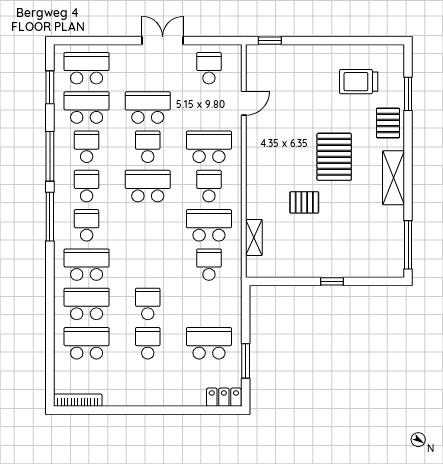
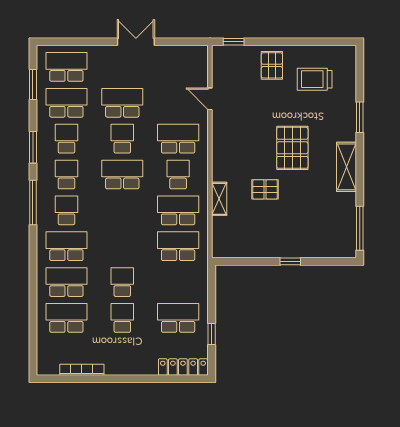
school desk: (209, 68) -> (178, 67), removed
window: (408, 94) -> (360, 117), moved
door: (244, 103) -> (210, 99), swing flipped
pallet: (388, 123) -> (272, 65), moved
window: (50, 156) -> (33, 147), width x0.69
shelving: (254, 237) -> (219, 199), moved
school desk: (209, 265) -> (178, 246), width x1.85
window: (246, 361) -> (212, 334), width x0.67
locker: (224, 397) -> (183, 367), width x1.53
bookcase: (78, 400) -> (82, 370), moved

